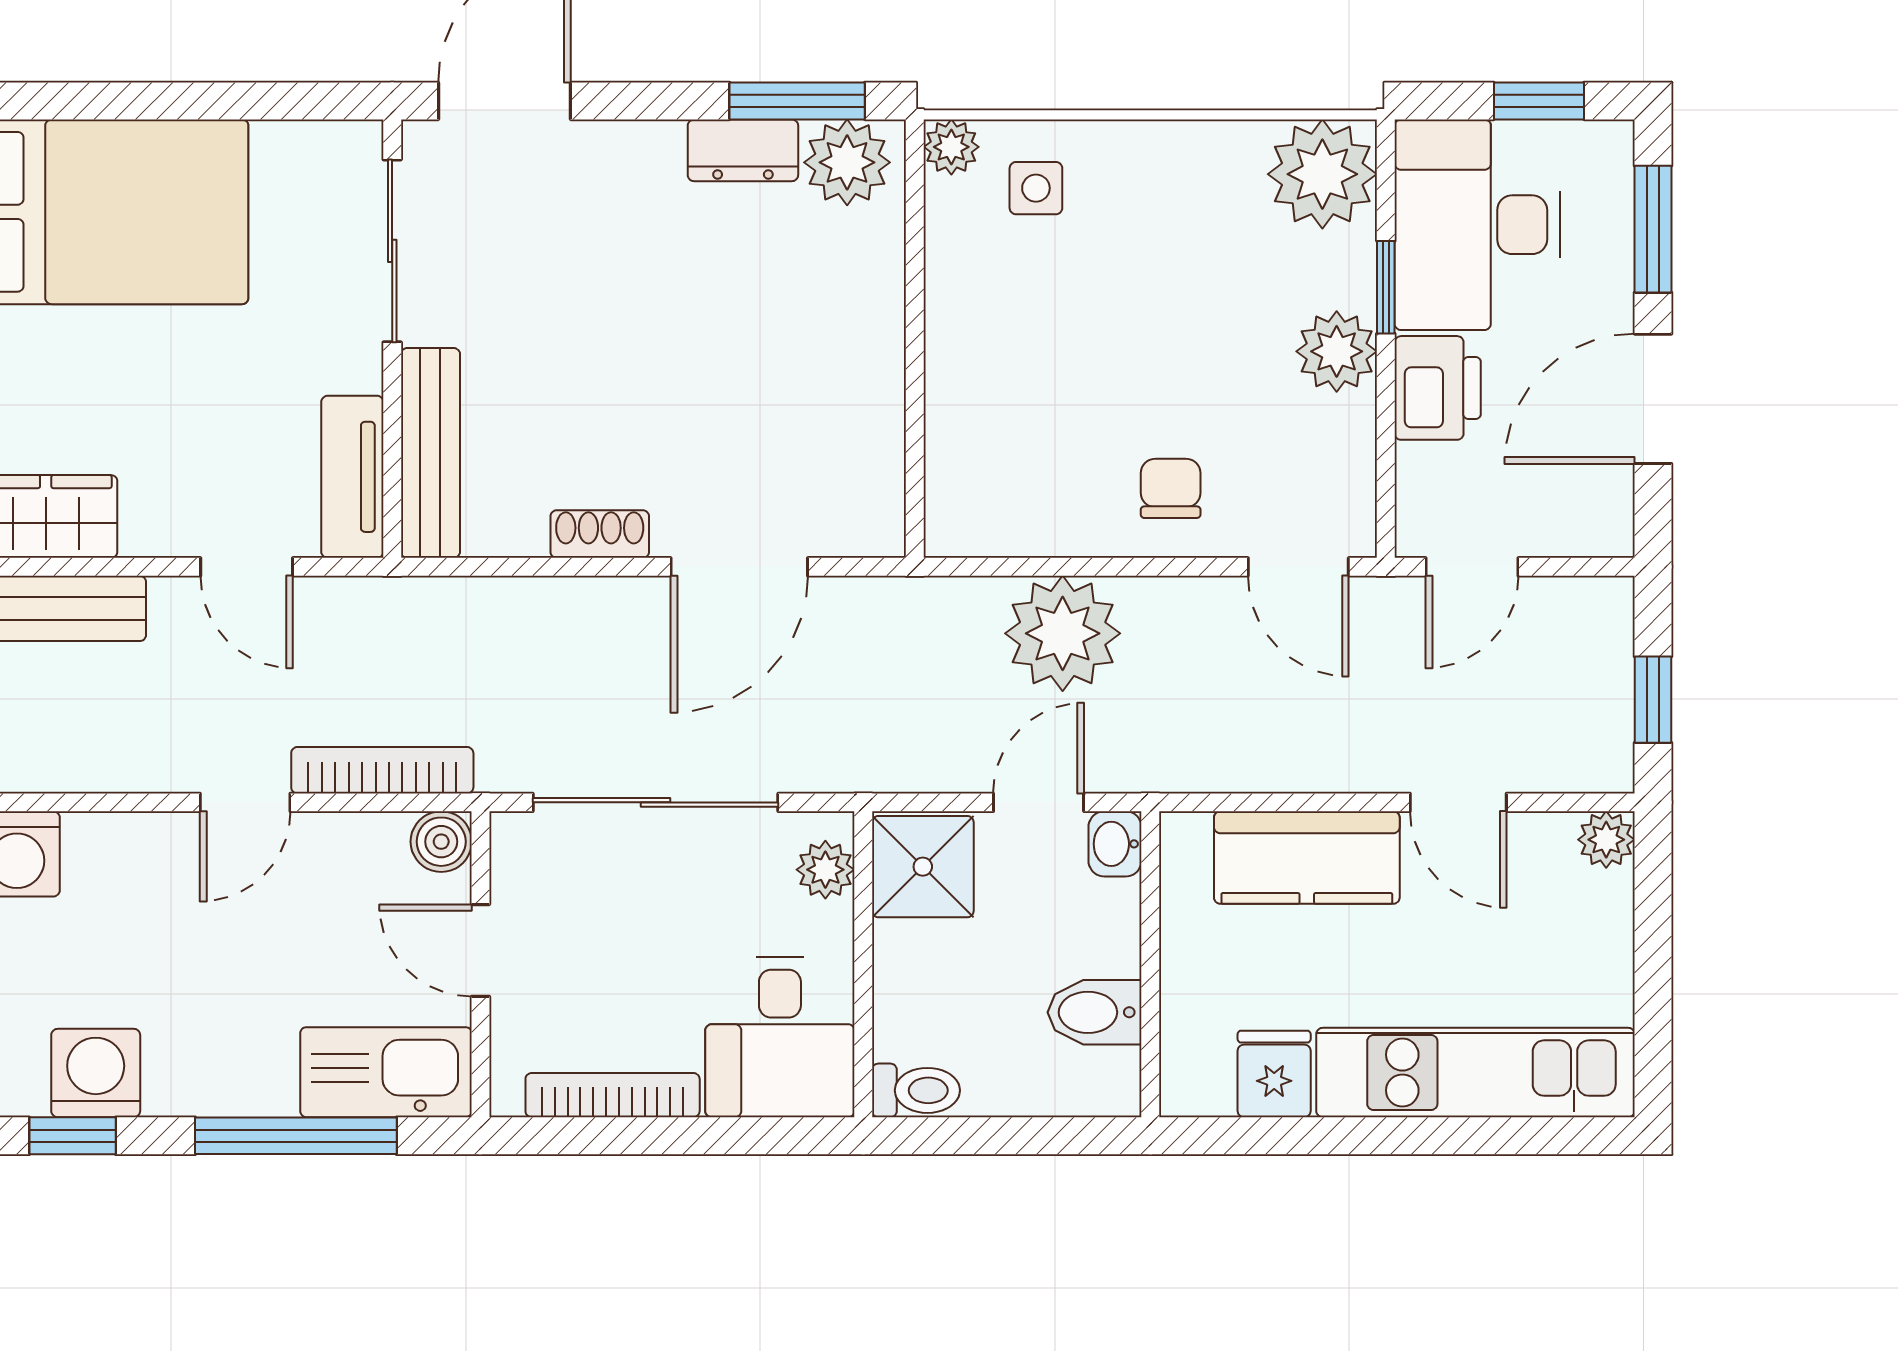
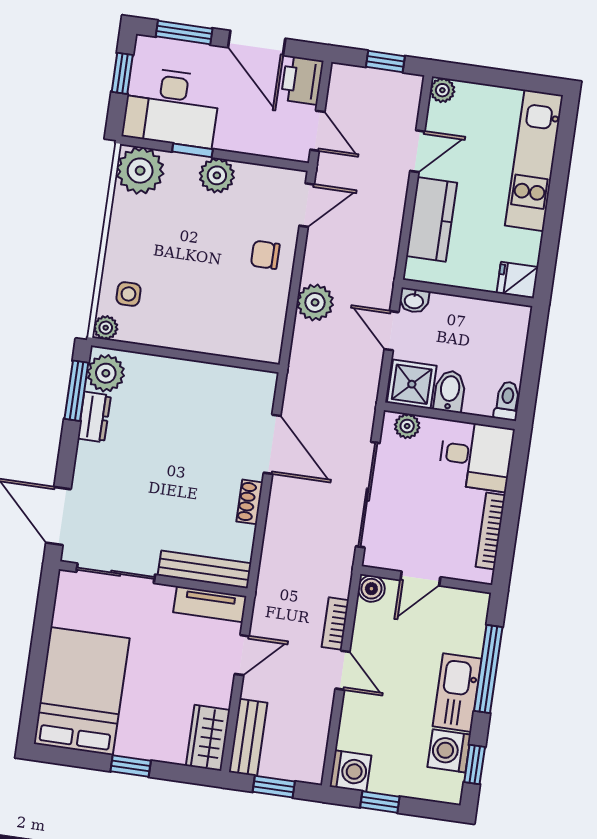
printer: (1438, 388) -> (302, 80), moved, turned -90
plant: (1063, 633) -> (315, 302), width x0.73, depth x0.73
bookcase: (382, 770) -> (335, 624), width x0.64
bidet: (1095, 1012) -> (450, 391), moved, turned 180
kitchen sink: (386, 1072) -> (457, 693), moved
fridge: (1274, 1074) -> (517, 280), moved

